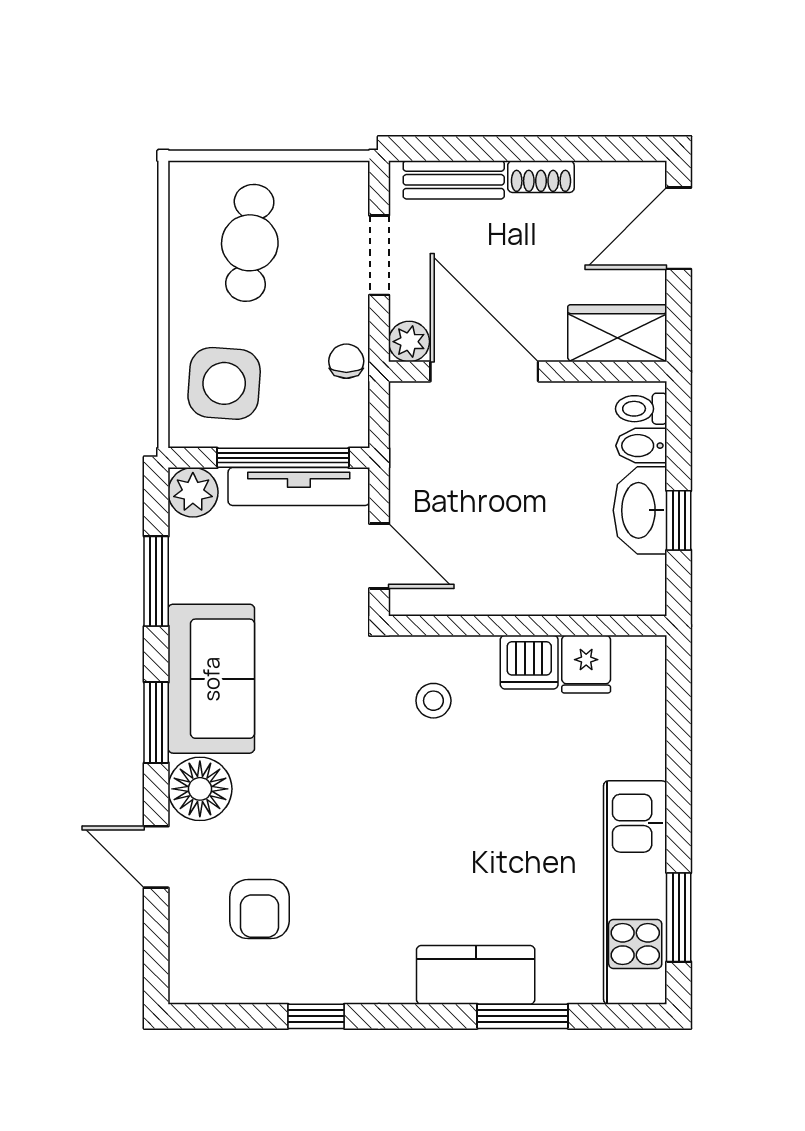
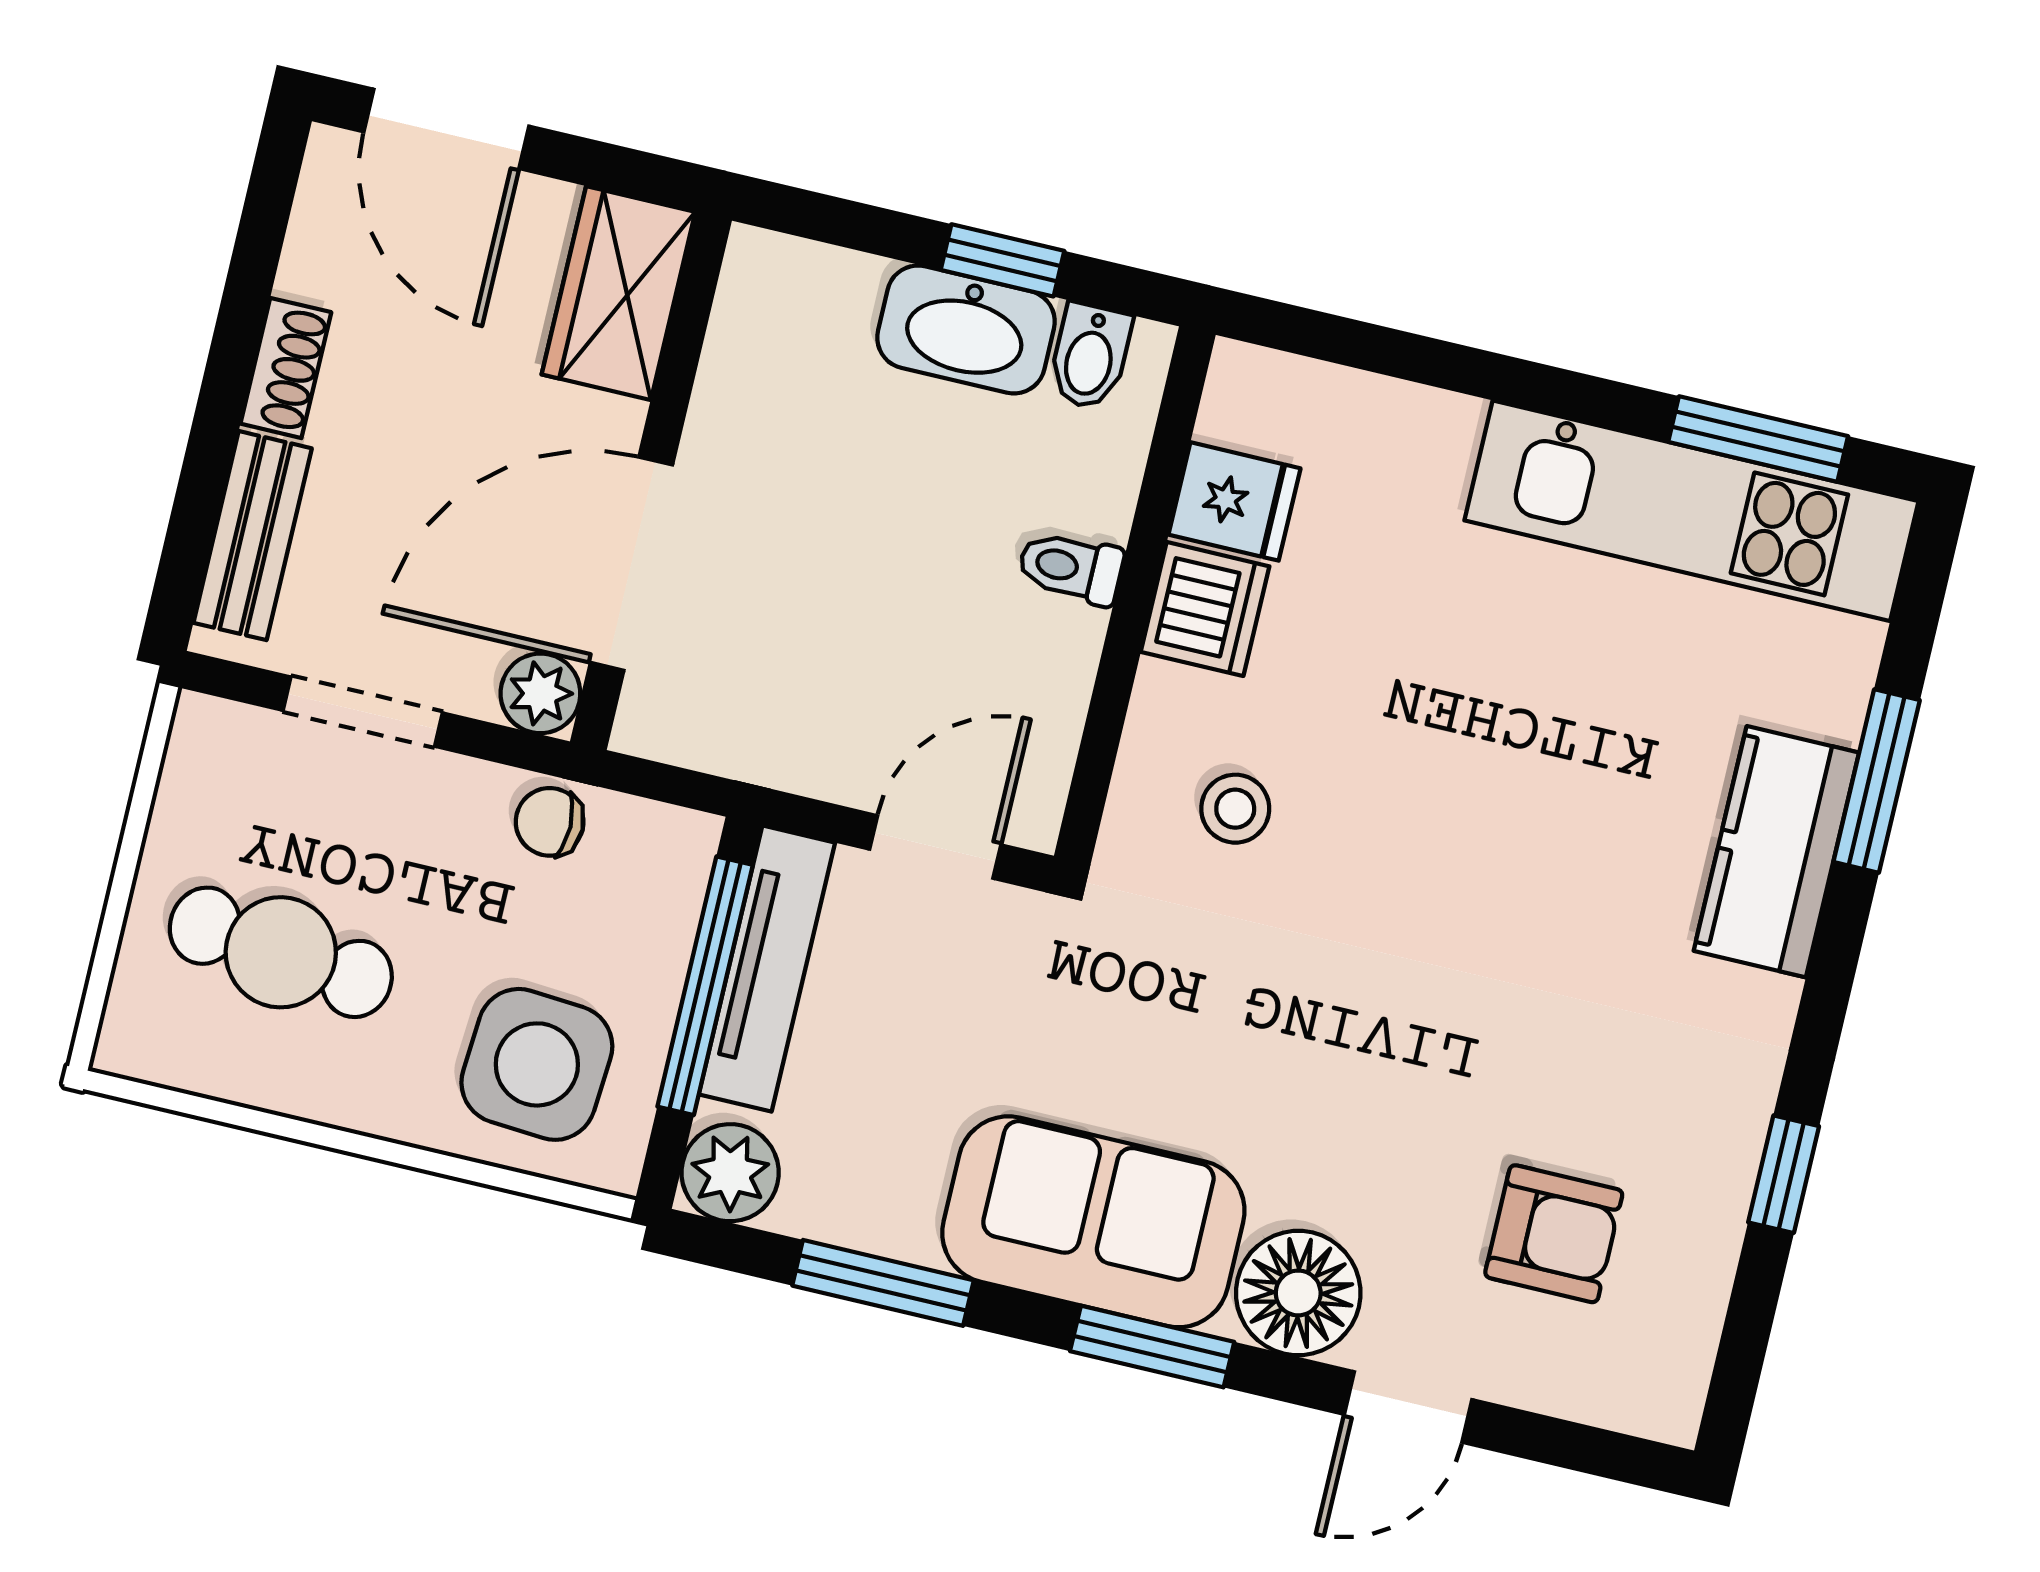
toilet: (641, 409) -> (1071, 568), moved, turned 90
bidet: (641, 446) -> (1090, 356), moved

